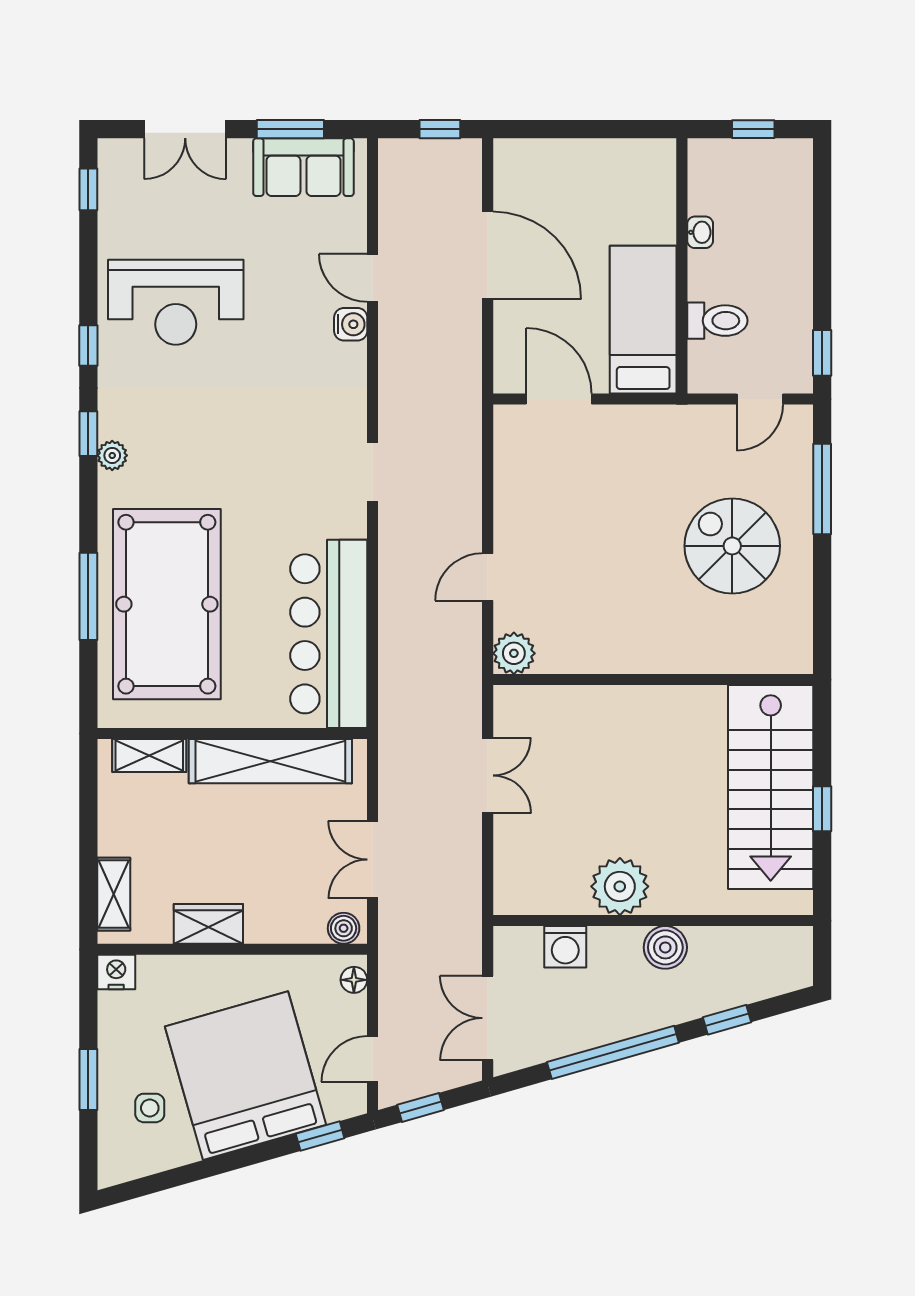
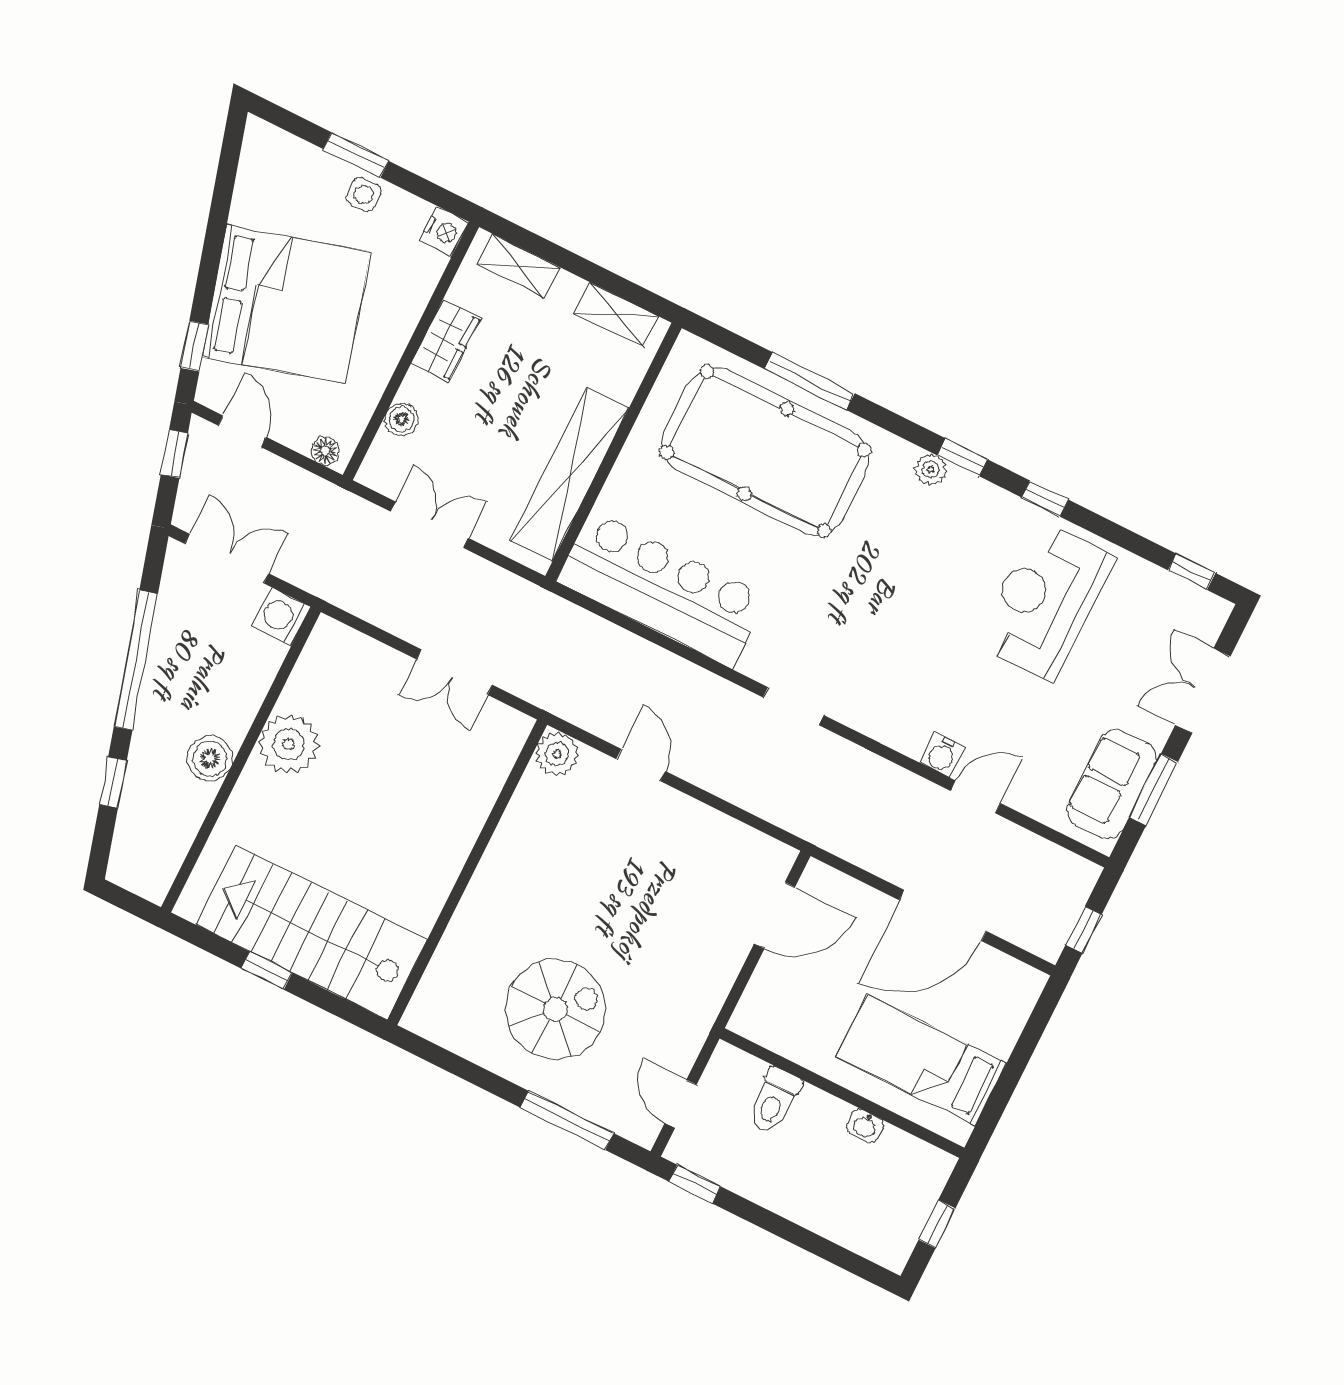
bed: (643, 320) -> (921, 1060), moved, turned 180
shelving: (149, 755) -> (616, 315), moved, turned 90
boiler: (344, 928) -> (401, 419), moved
washing machine: (565, 947) -> (281, 617), moved
side table: (150, 1108) -> (364, 194), moved

